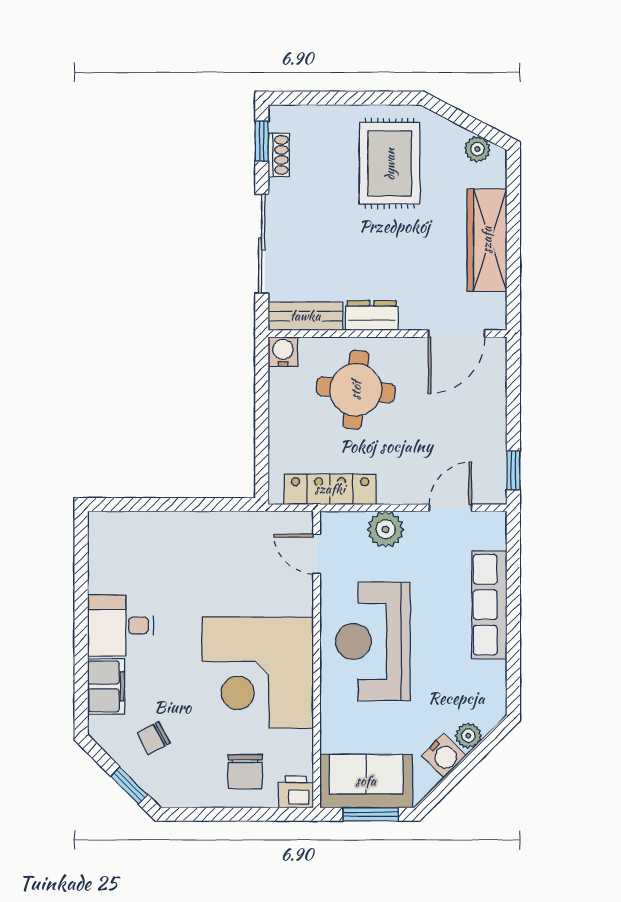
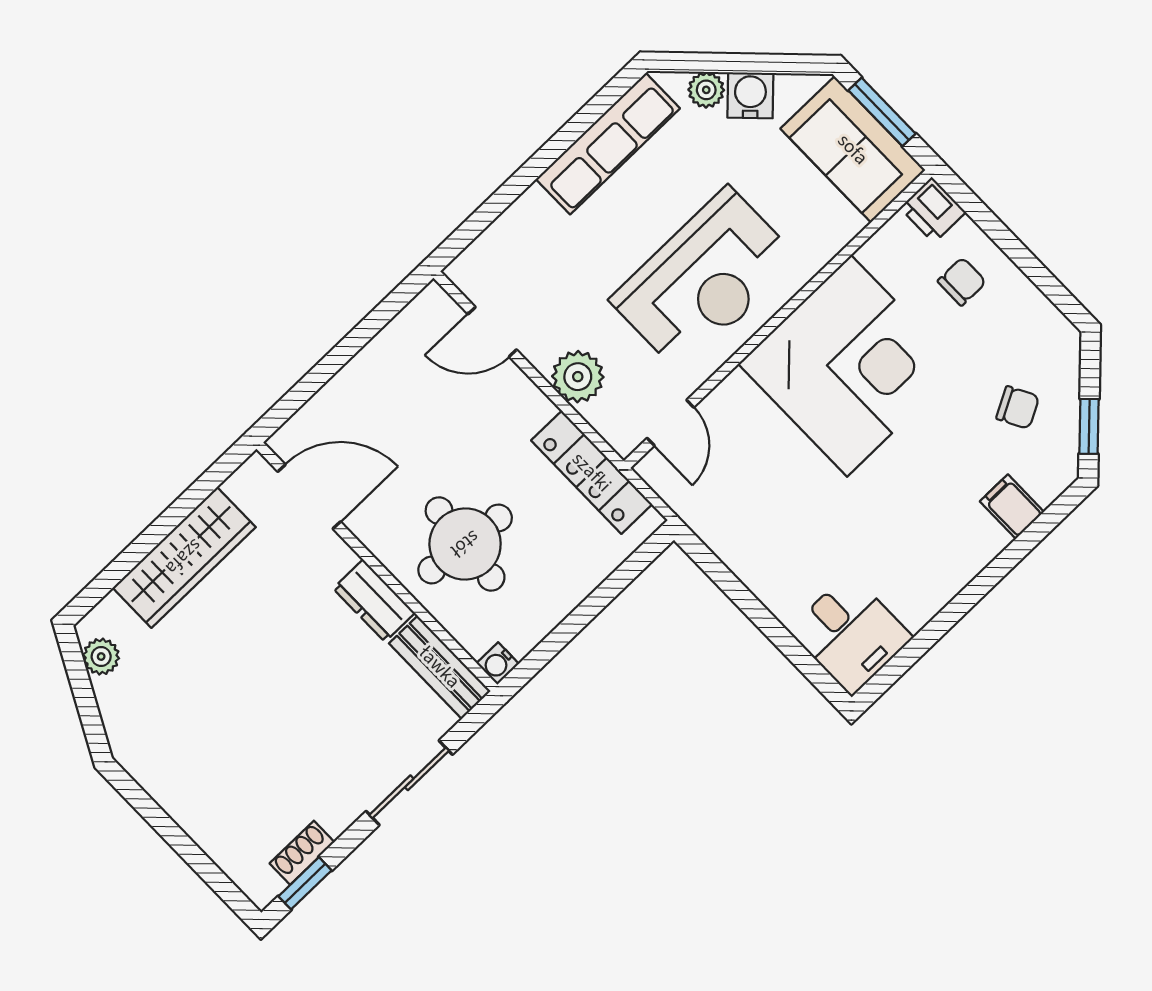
rug: (390, 164) -> (202, 732), removed
sliding door: (262, 244) -> (409, 783), width x0.73
water cooler: (283, 352) -> (498, 663), width x0.72, depth x0.72
window: (513, 470) -> (392, 305), removed
row of seats: (489, 605) -> (608, 144), moved
desk: (121, 625) -> (850, 634), moved
filing cabinet: (106, 686) -> (1012, 507), width x0.50
chair: (245, 772) -> (962, 282), width x0.73, depth x0.73
window: (129, 786) -> (1089, 426), moved

